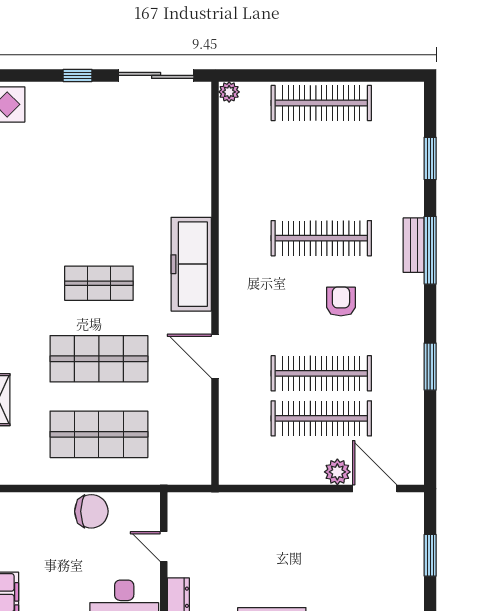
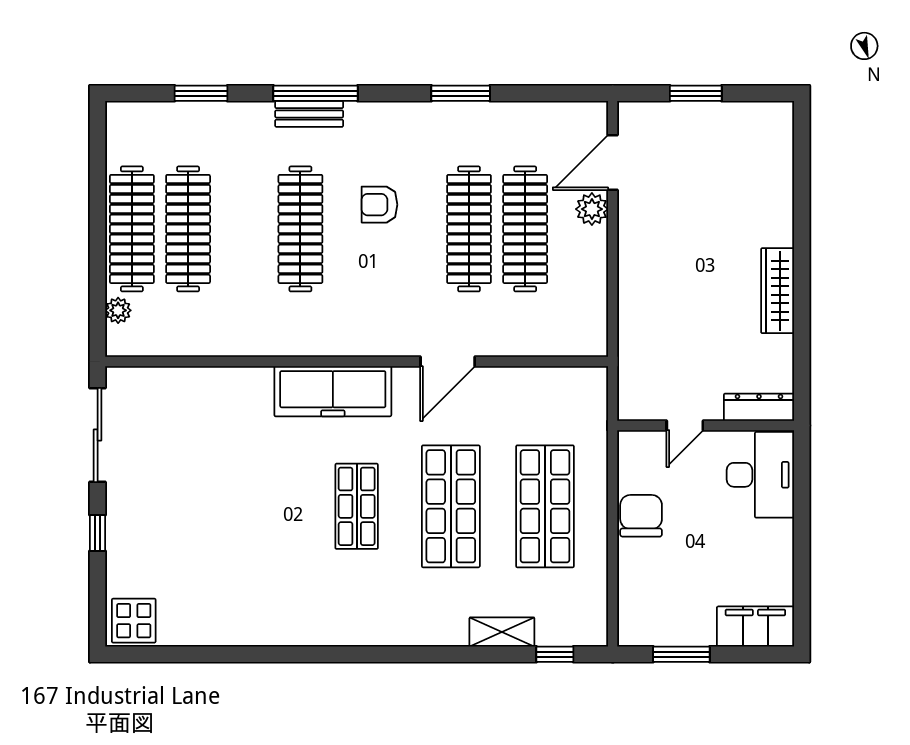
plant: (229, 92) -> (118, 310), moved
clothes rail: (321, 148) -> (188, 229), added

